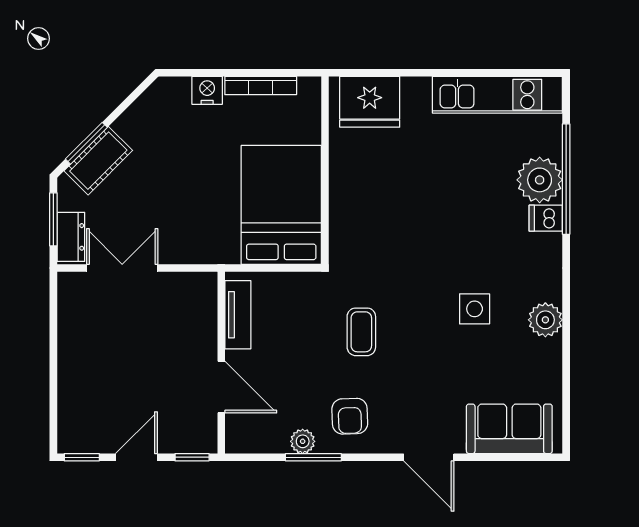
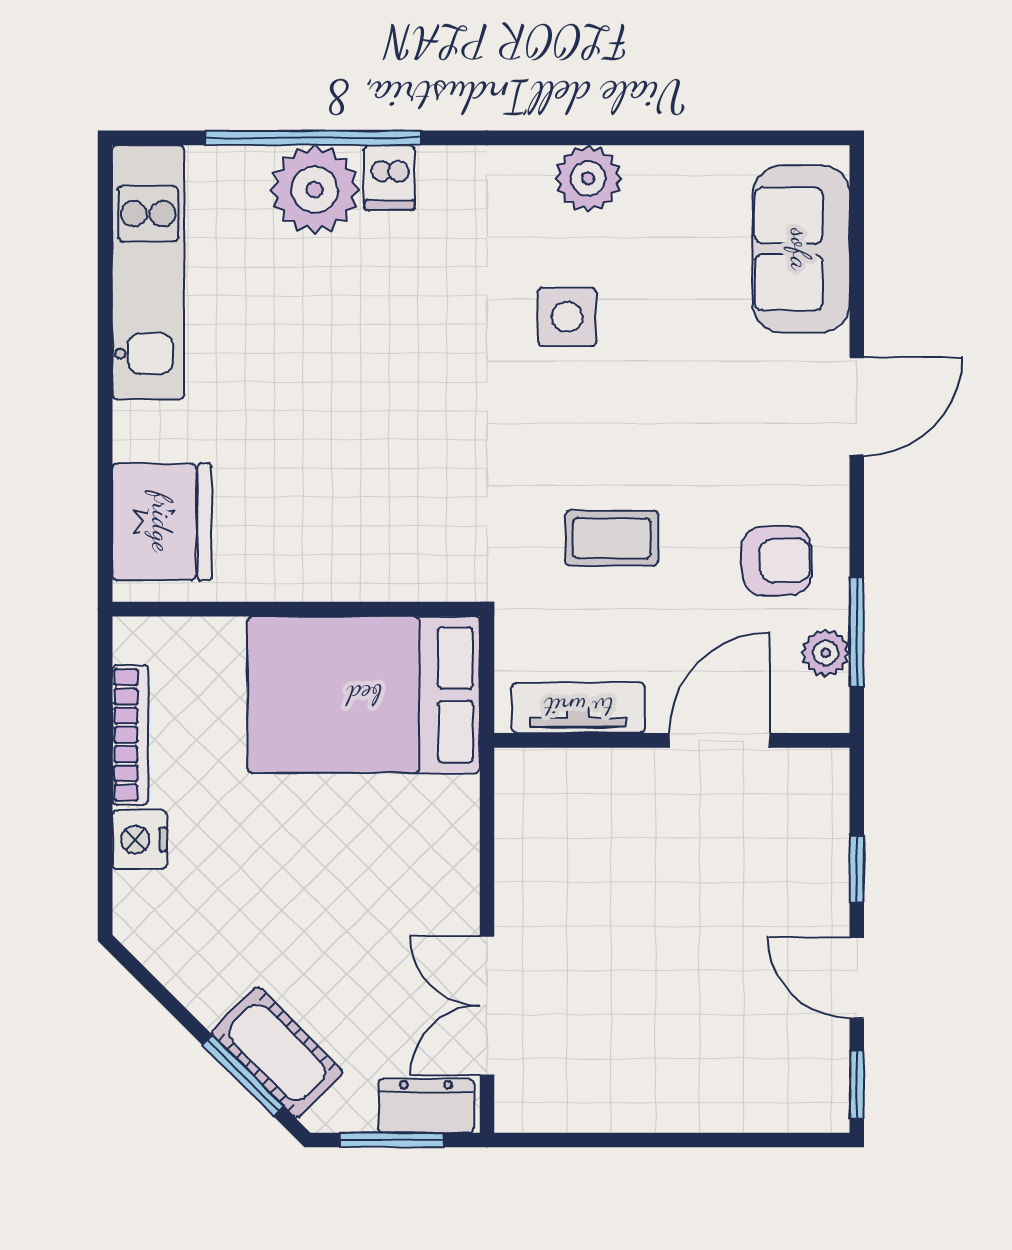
tv unit: (238, 315) -> (578, 708), moved
wall: (221, 363) -> (672, 740), moved
door: (221, 387) -> (719, 740), moved

